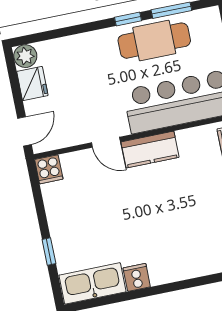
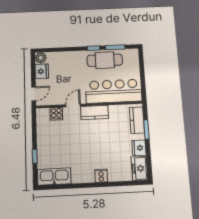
door: (106, 142) -> (73, 105), swing flipped
cooker: (49, 169) -> (56, 114), moved
cooker: (137, 277) -> (101, 176), moved

